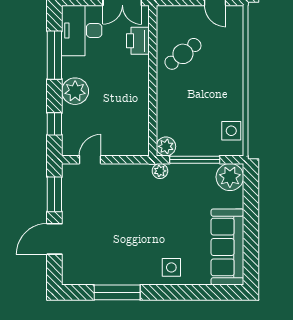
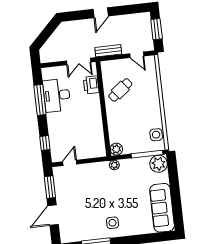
desk: (82, 30) -> (57, 95), moved
plant: (75, 91) -> (55, 121), removed
window: (195, 160) -> (147, 154), moved
side table: (171, 267) -> (112, 223), moved

